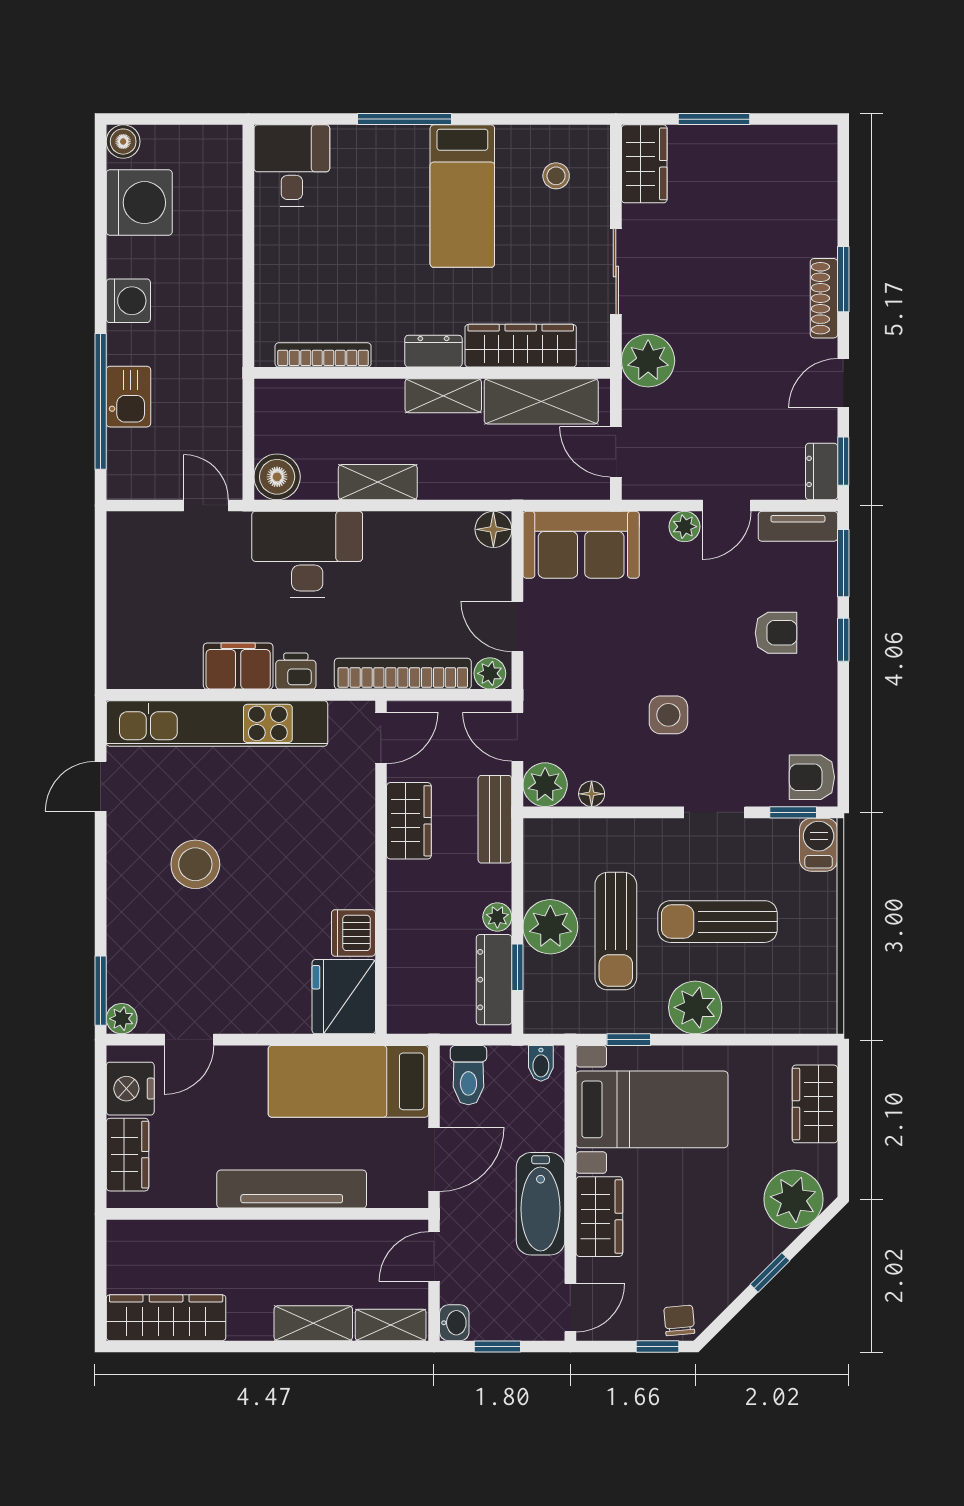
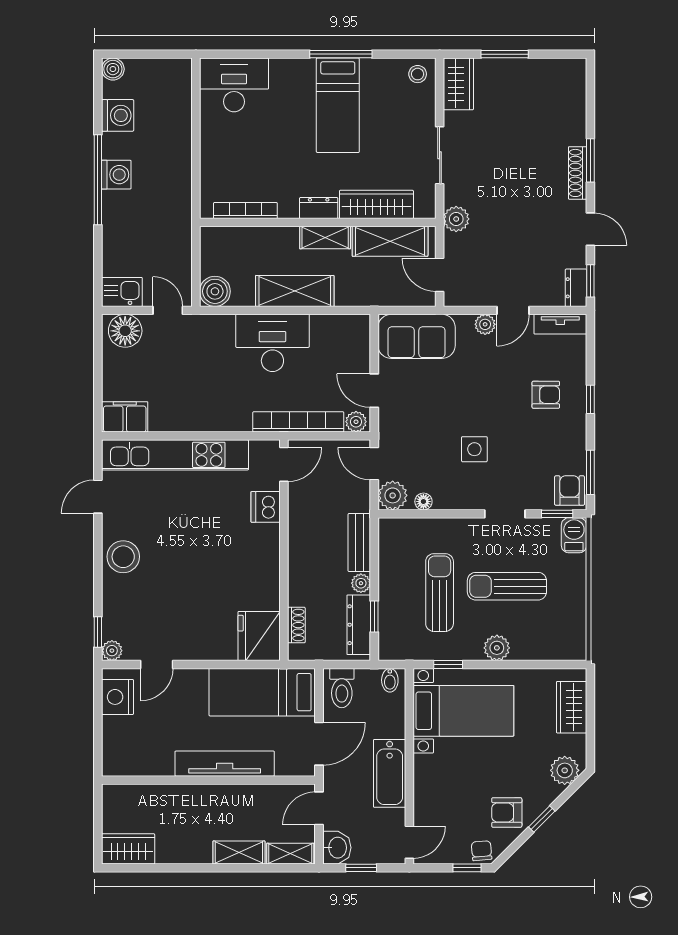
window: (405, 119) -> (341, 54), moved
desk: (292, 165) -> (234, 85), width x1.37
stool: (556, 176) -> (418, 74), moved
washing machine: (139, 203) -> (118, 115), width x0.73, depth x0.73
plant: (648, 361) -> (456, 219), width x0.73, depth x0.73
door: (843, 383) -> (590, 229), swing flipped
kitchen sink: (128, 397) -> (122, 292), moved, turned -90
window: (101, 401) -> (98, 180), moved
shelving: (378, 482) -> (295, 291), width x1.50, depth x1.33
floor lamp: (493, 529) -> (125, 331), moved, width x1.38, depth x1.38
desk: (307, 555) -> (272, 343), moved
window: (843, 563) -> (590, 472), moved
filing cabinet: (238, 666) -> (125, 417), moved
printer: (296, 671) -> (227, 420), removed
armchair: (812, 777) -> (570, 491), turned 90
bench: (495, 819) -> (359, 543), moved
wardrobe: (409, 821) -> (302, 519), removed
stool: (195, 864) -> (123, 557), moved
plant: (550, 927) -> (396, 590), removed
sun lounger: (616, 931) -> (440, 593), turned 180
dishwasher: (353, 933) -> (266, 507), moved
shoe rack: (400, 980) -> (296, 625), added
window: (101, 991) -> (98, 632), width x0.67
plant: (695, 1007) -> (497, 648), width x0.73, depth x0.73
wardrobe: (127, 1155) -> (116, 741), removed
plant: (794, 1199) -> (565, 770), width x0.73, depth x0.73
wardrobe: (599, 1217) -> (429, 782), removed
armchair: (717, 1263) -> (507, 812), added
wardrobe: (166, 1318) -> (128, 849), width x0.67
washbasin: (454, 1323) -> (337, 848), width x1.38, depth x1.45

